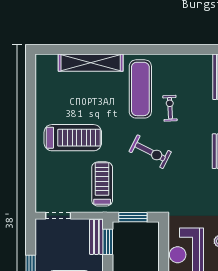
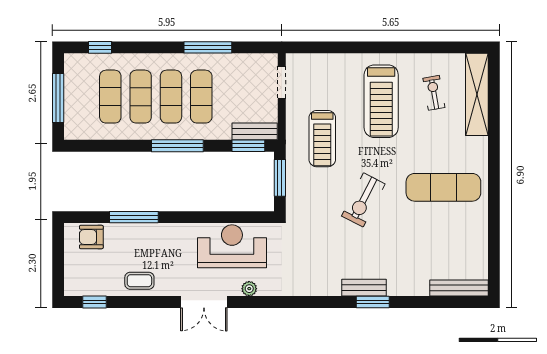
shelving: (91, 63) -> (477, 94), moved
exercise bike: (170, 108) -> (434, 93), moved, turned -97
treadmill: (102, 184) -> (322, 139), turned 90

